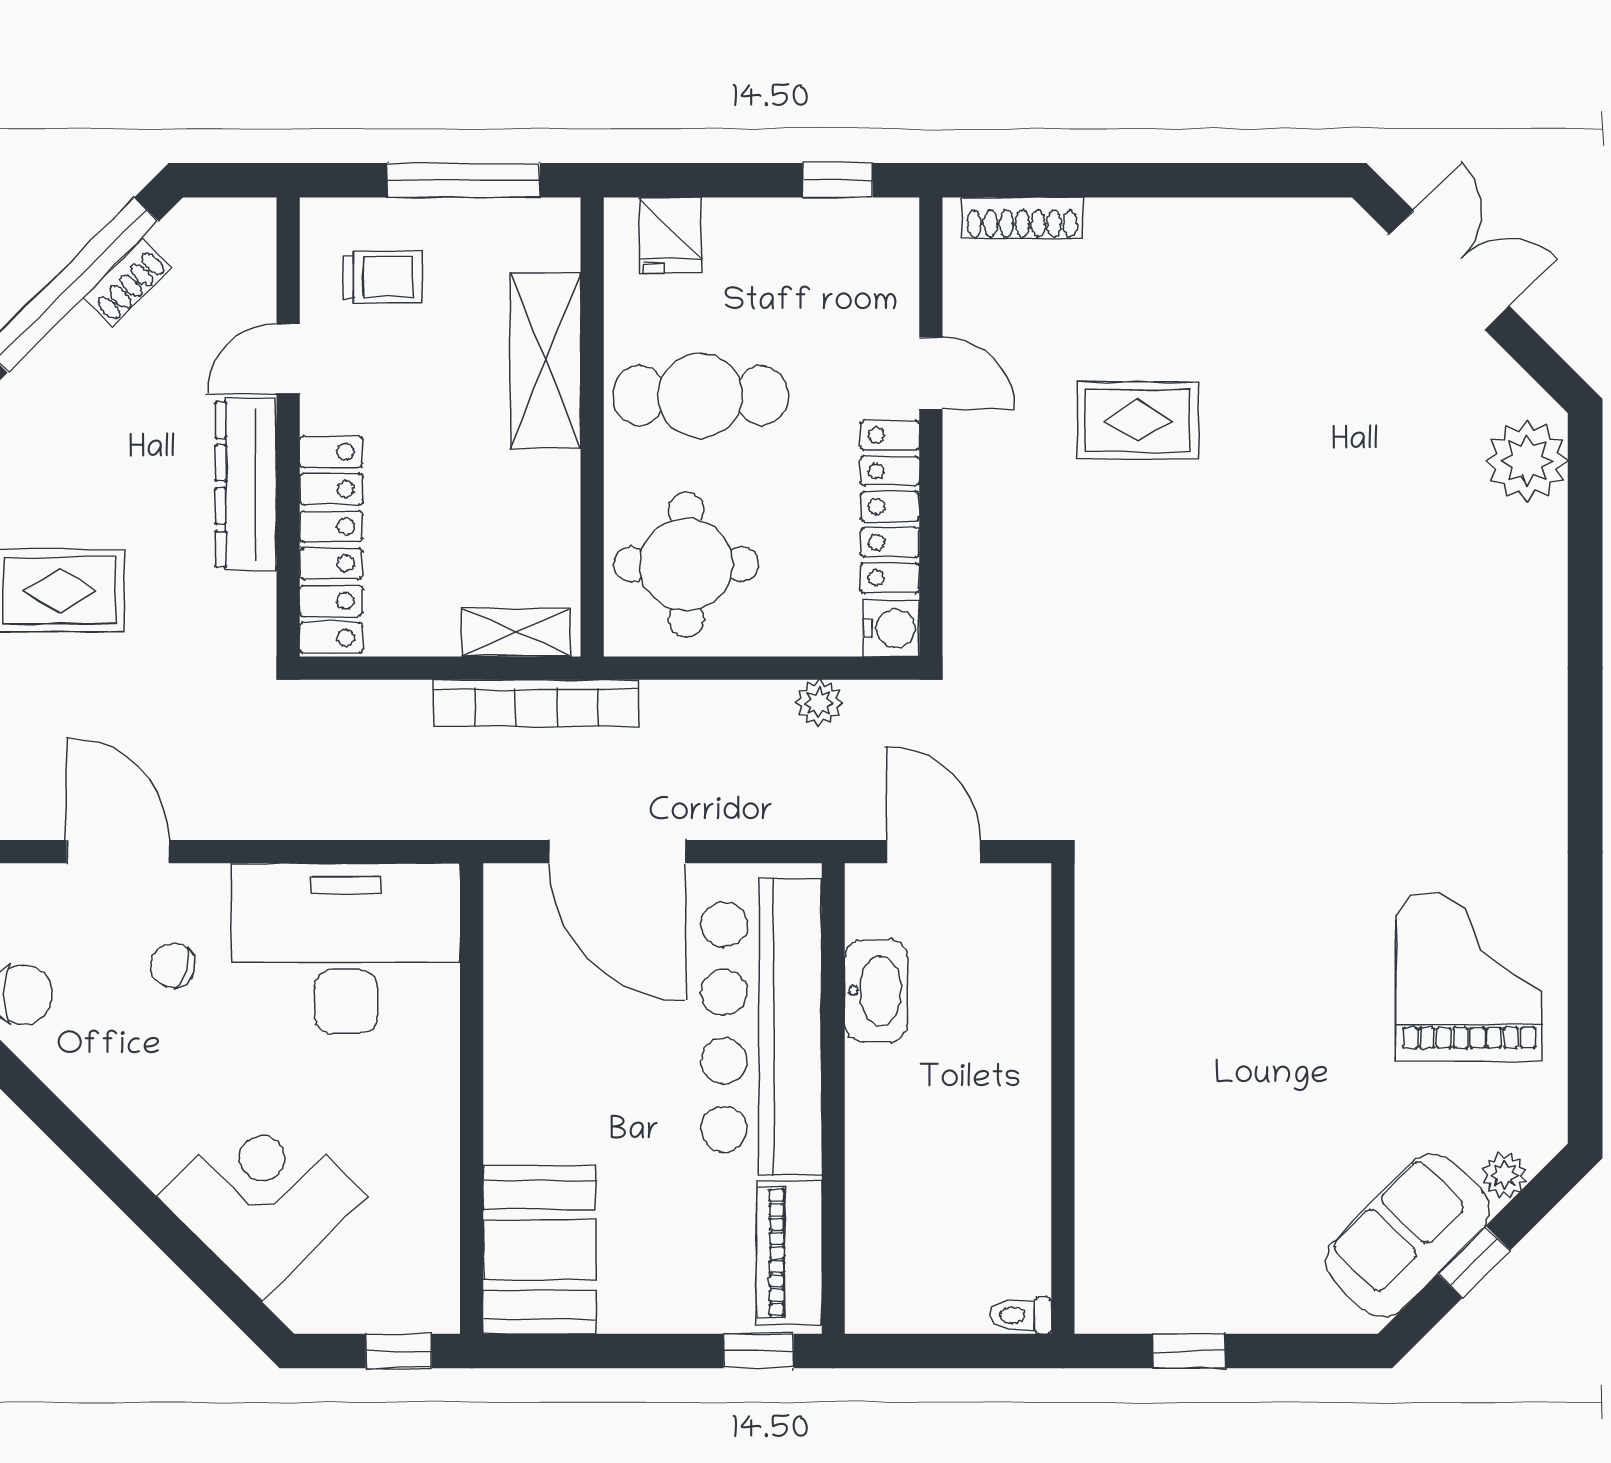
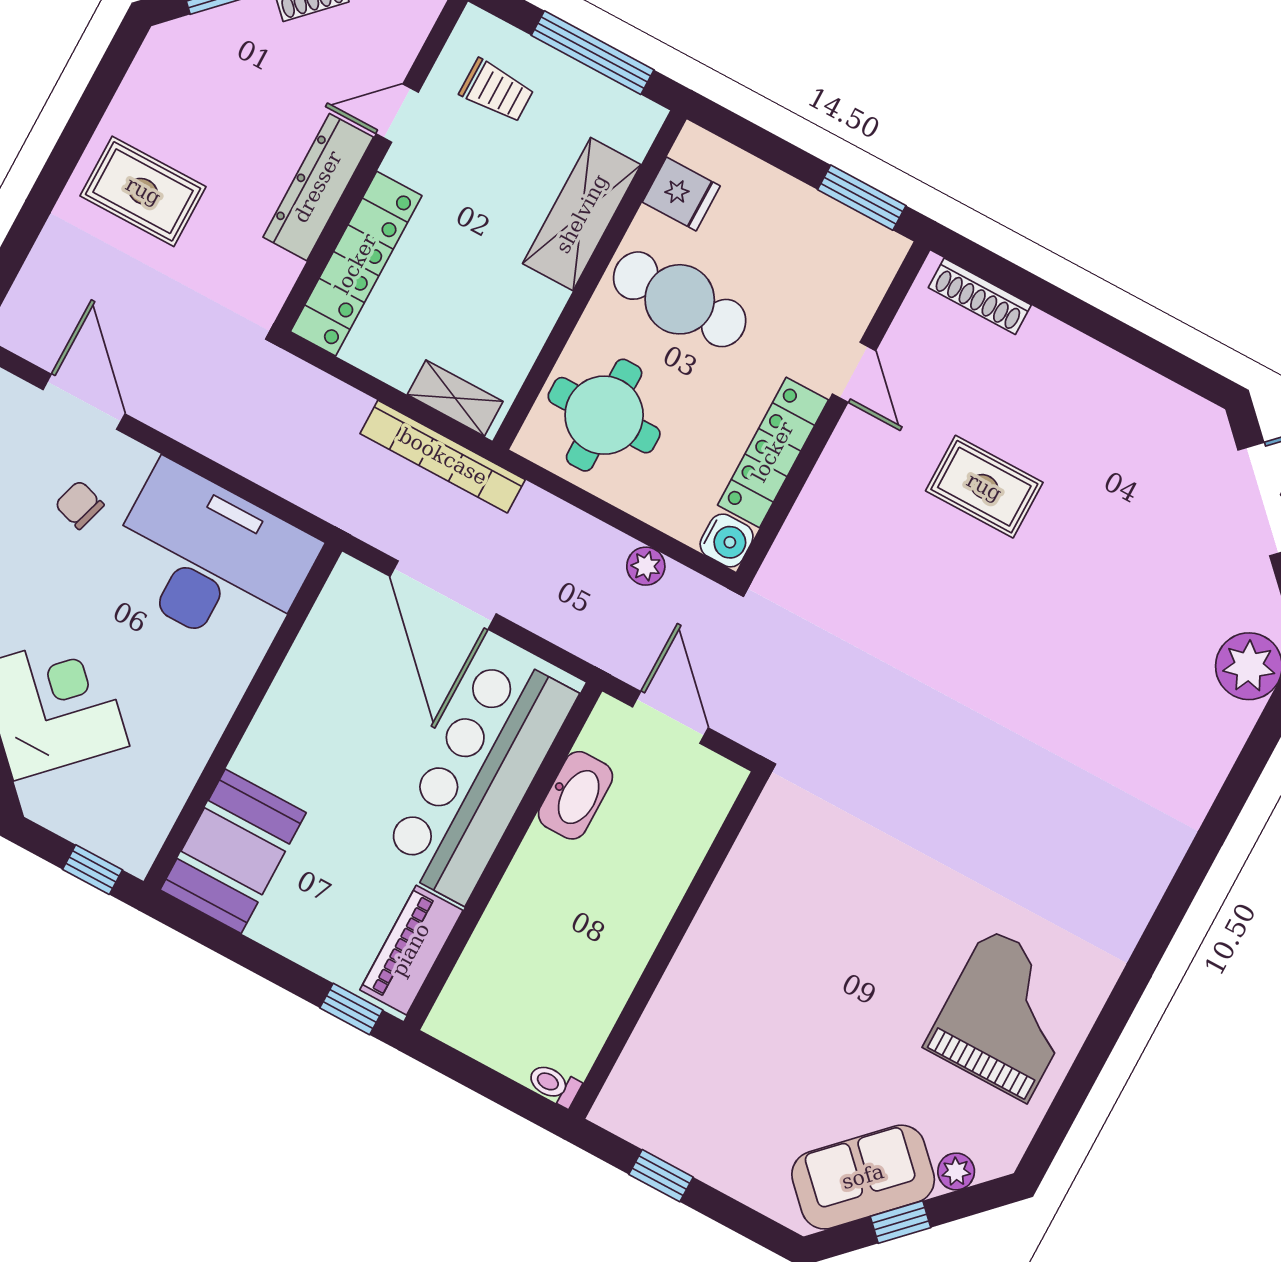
window: (838, 180) -> (862, 198), width x1.50
fridge: (670, 235) -> (681, 194), moved, turned -90

